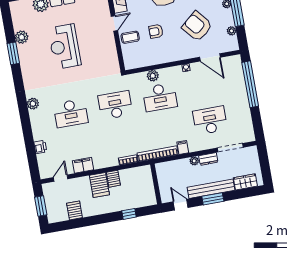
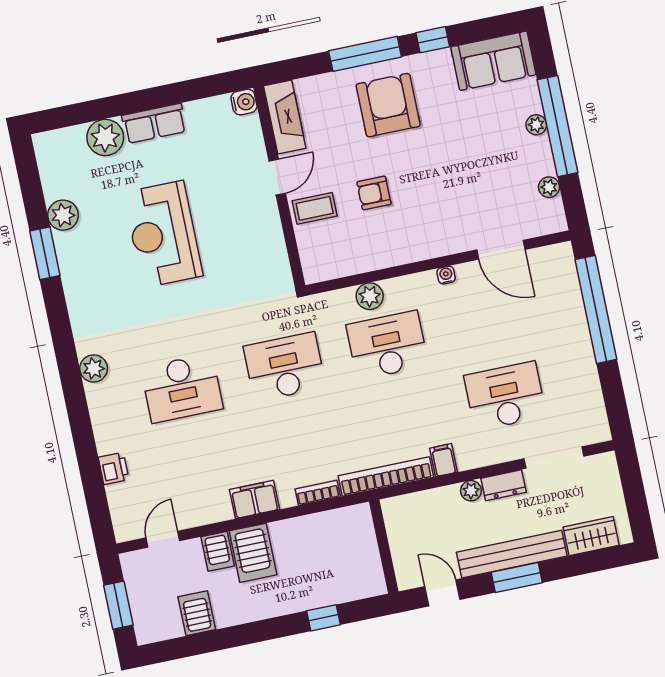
armchair: (197, 26) -> (469, 179), removed
desk: (160, 97) -> (387, 345), turned 180
filing cabinet: (83, 165) -> (254, 499), moved
server rack: (113, 179) -> (218, 551), moved

